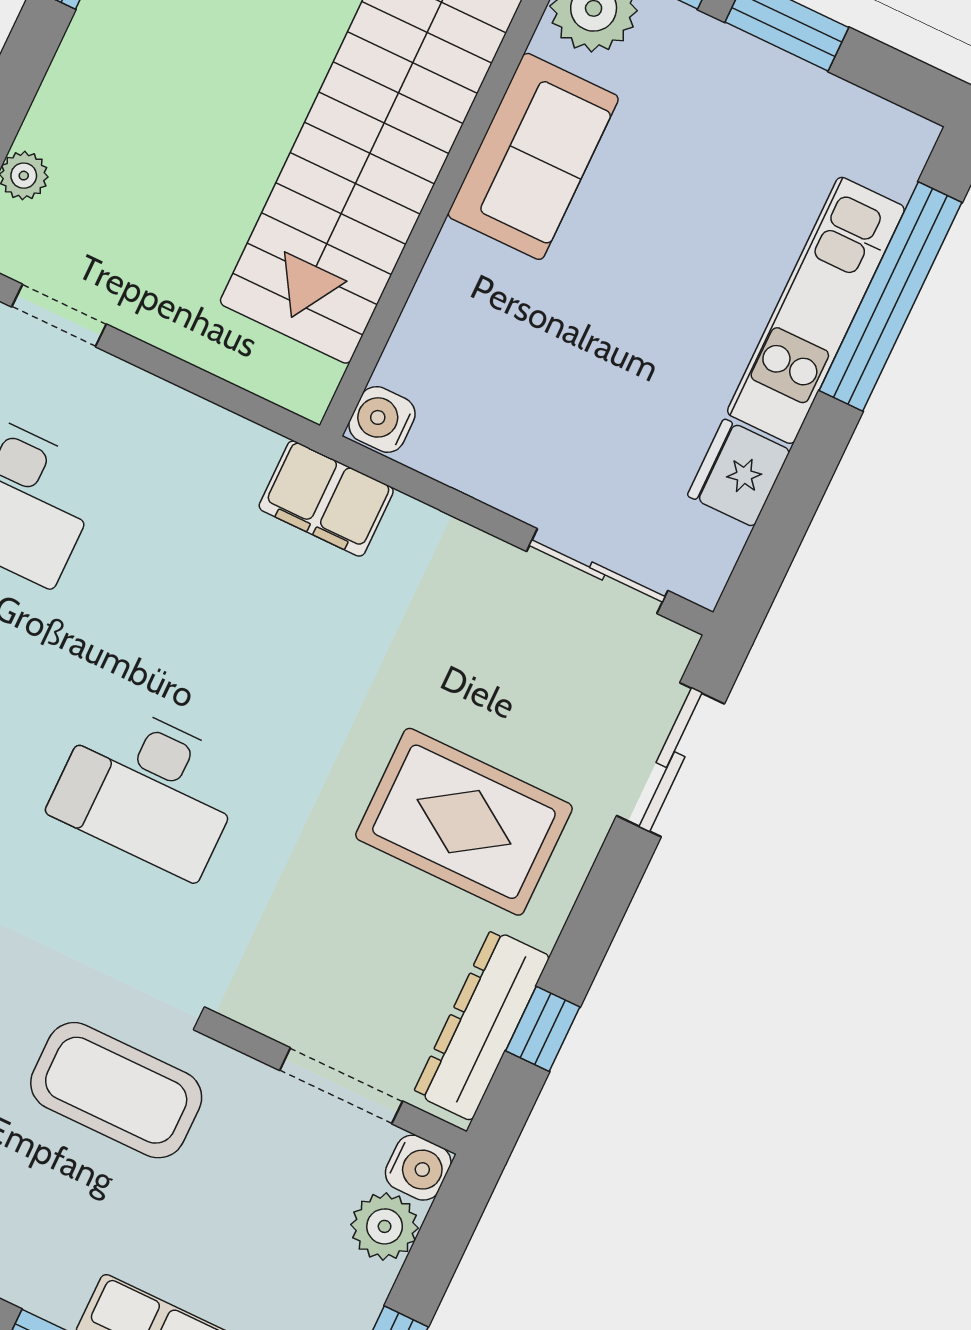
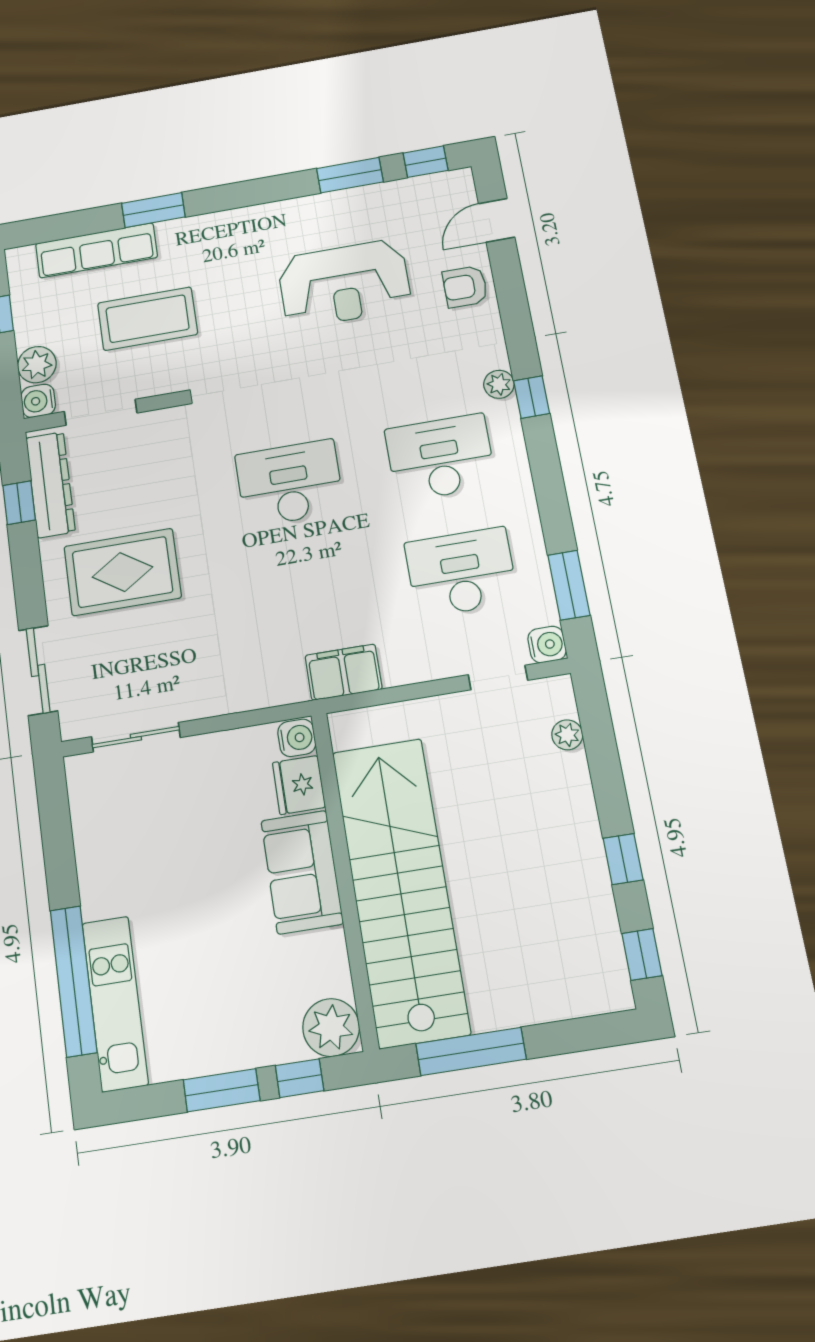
sofa: (533, 156) -> (302, 872), moved
kitchen unit: (816, 310) -> (115, 1003), moved
fridge: (739, 473) -> (299, 785), moved, turned 180
filing cabinet: (326, 499) -> (344, 672), moved
coffee table: (116, 1090) -> (147, 319), moved

